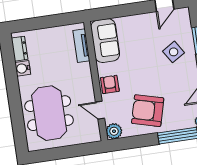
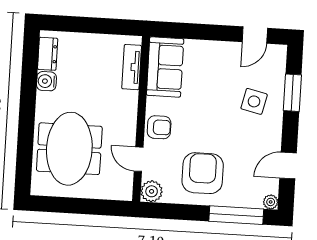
side table: (174, 52) -> (254, 101), turned 45
armchair: (110, 84) -> (159, 127), turned 90
armchair: (148, 111) -> (203, 173), turned 75

